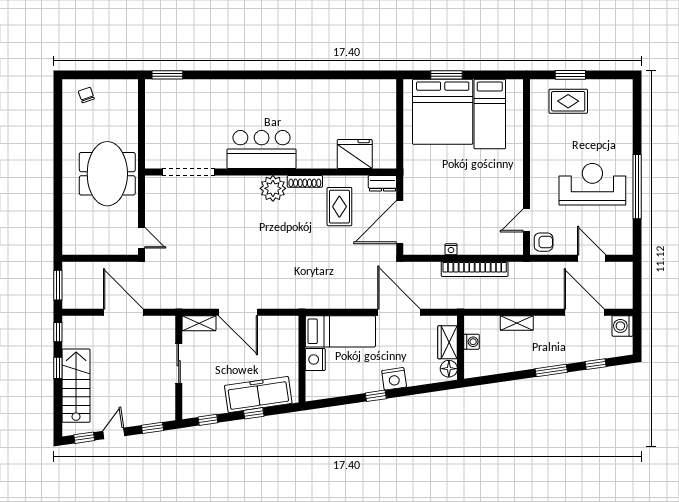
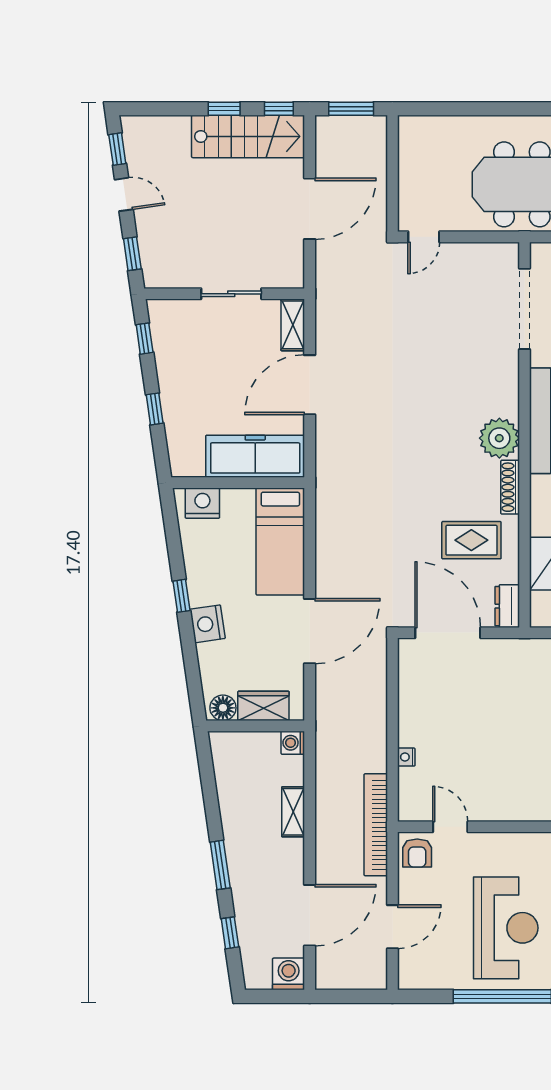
nightstand: (451, 249) -> (406, 757), moved
bookcase: (475, 269) -> (376, 825), moved
washing machine: (472, 342) -> (293, 743), moved, turned 90
nightstand: (315, 359) -> (202, 503), moved
stairs: (76, 386) -> (248, 136), moved
freezer: (258, 394) -> (255, 456), moved, turned -82

